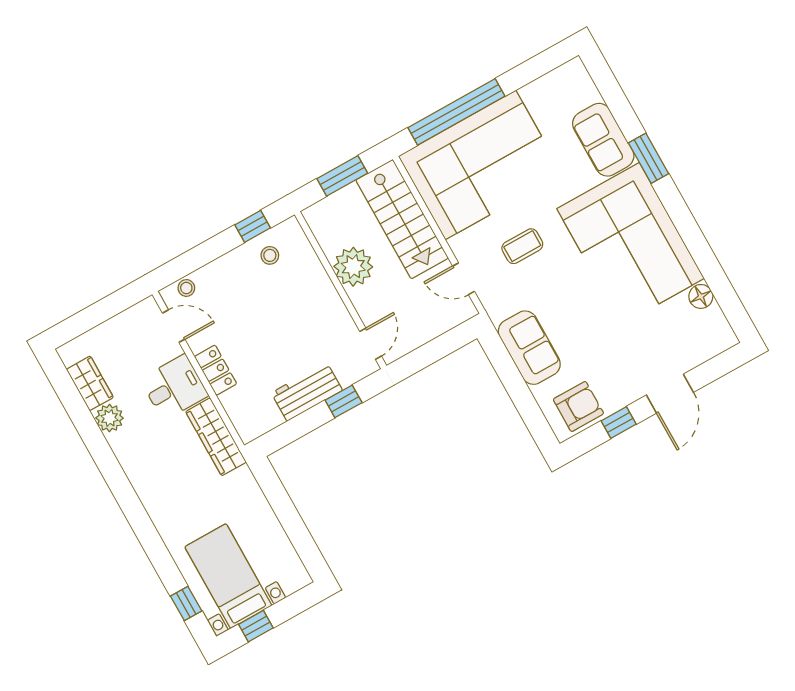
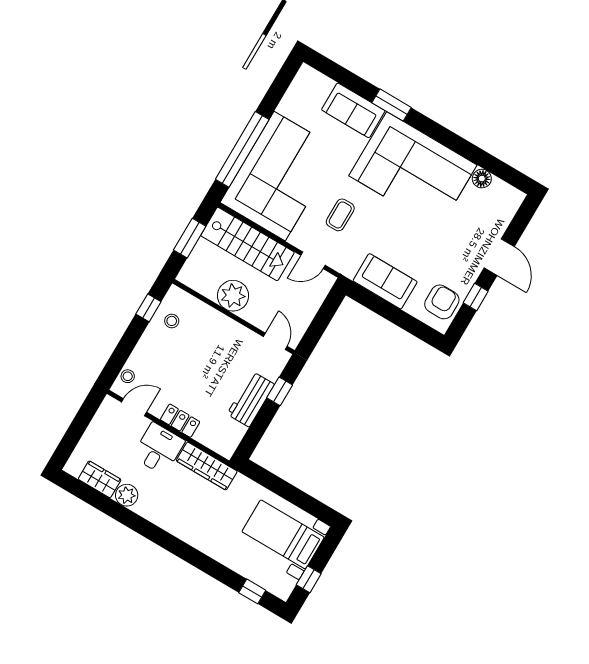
bed with nightstands: (228, 576) -> (283, 534), moved

